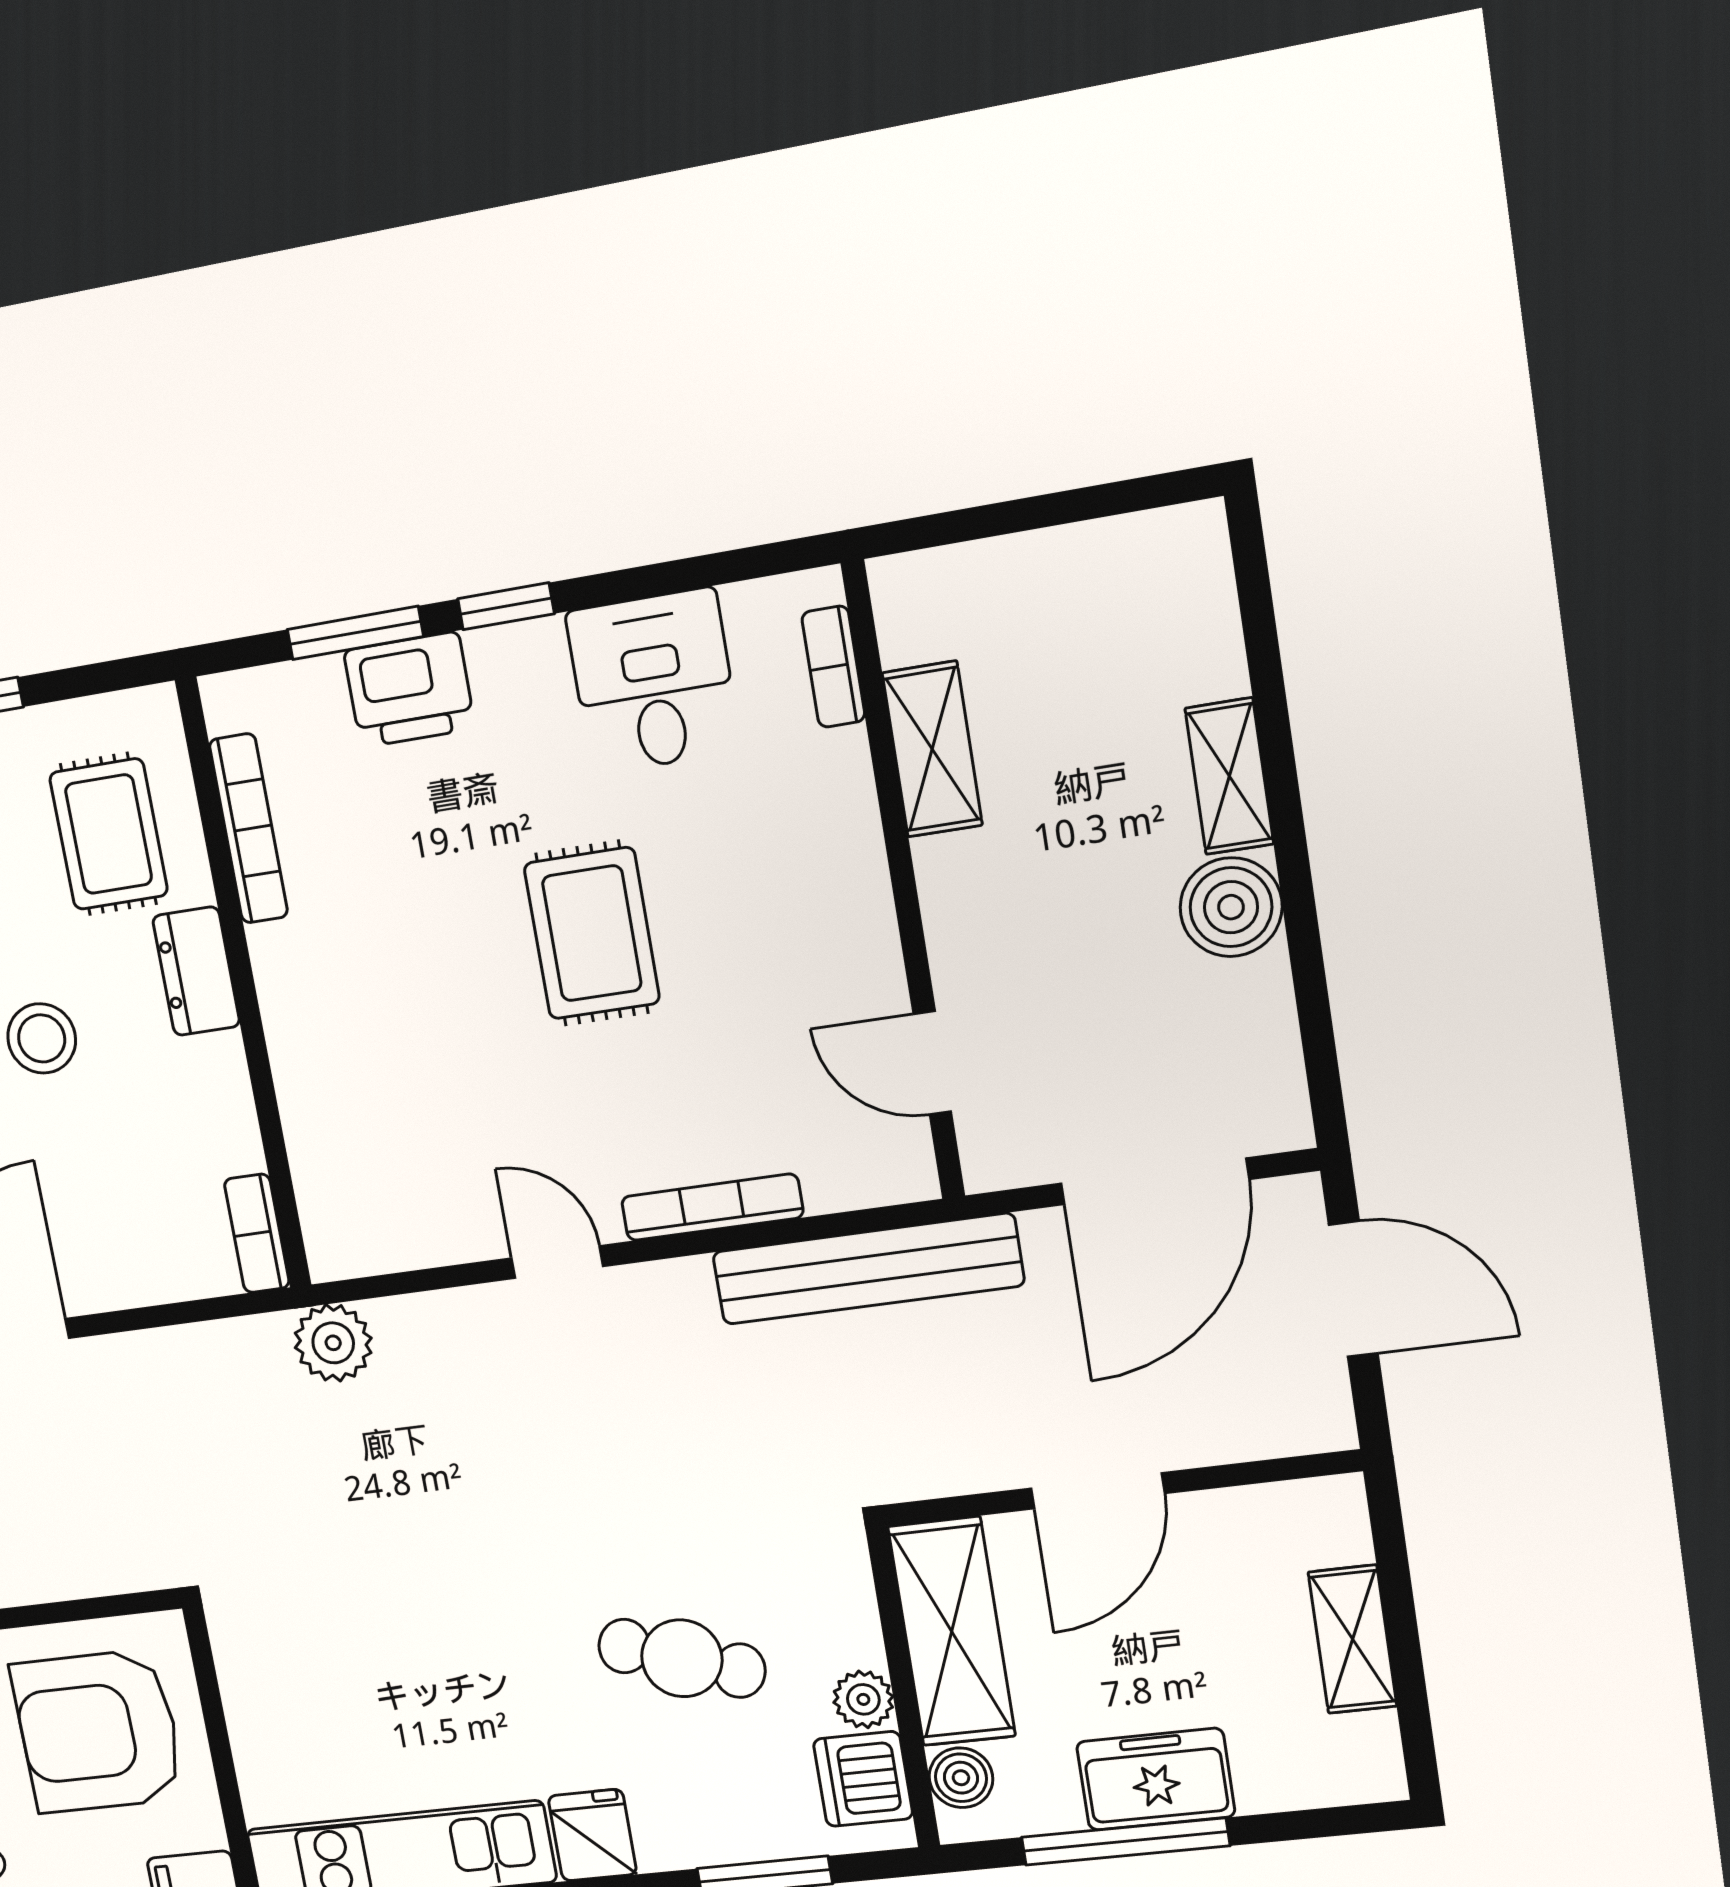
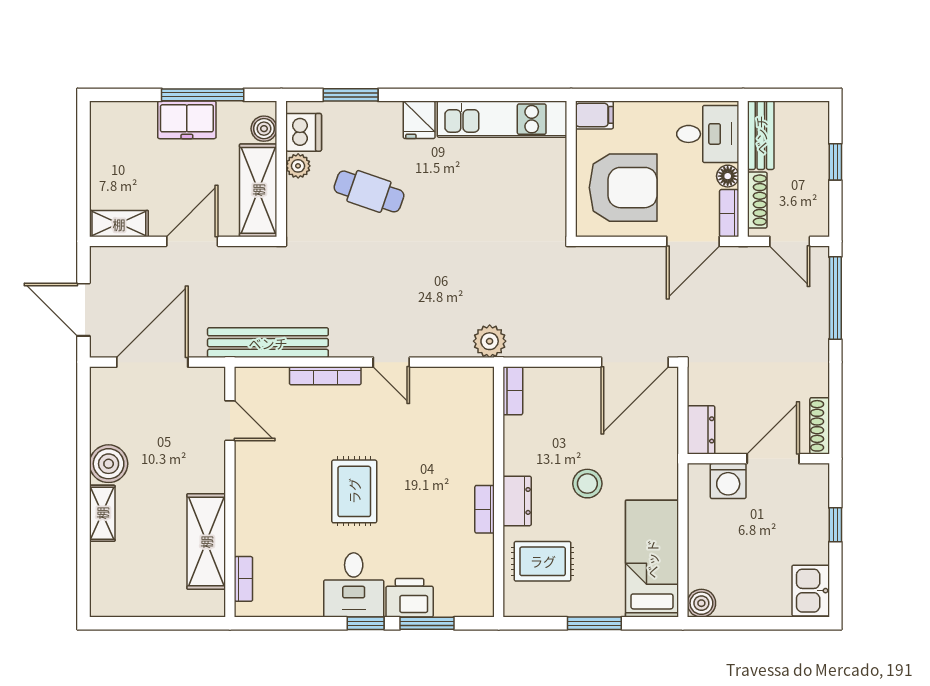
desk: (653, 681) -> (354, 585), moved
shelving: (932, 749) -> (206, 542), width x1.50, depth x1.33
bookcase: (249, 829) -> (485, 509), moved, width x0.64
rug: (109, 834) -> (543, 561), turned 90
shelving: (1352, 1639) -> (119, 224), moved, turned 90

